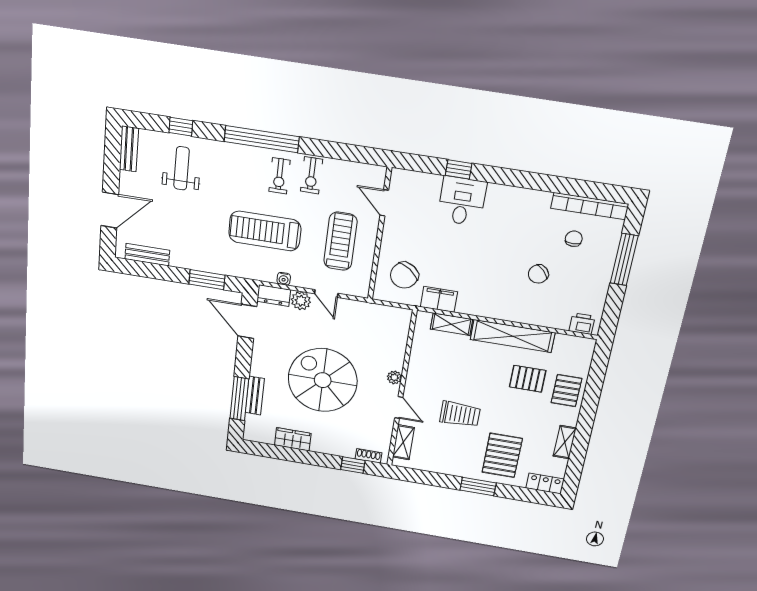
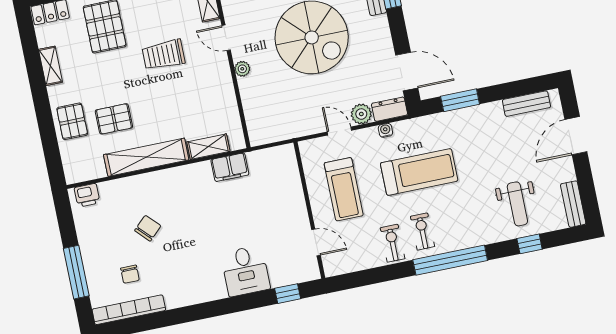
window: (459, 169) -> (288, 294), moved
chair: (404, 275) -> (272, 179), removed

